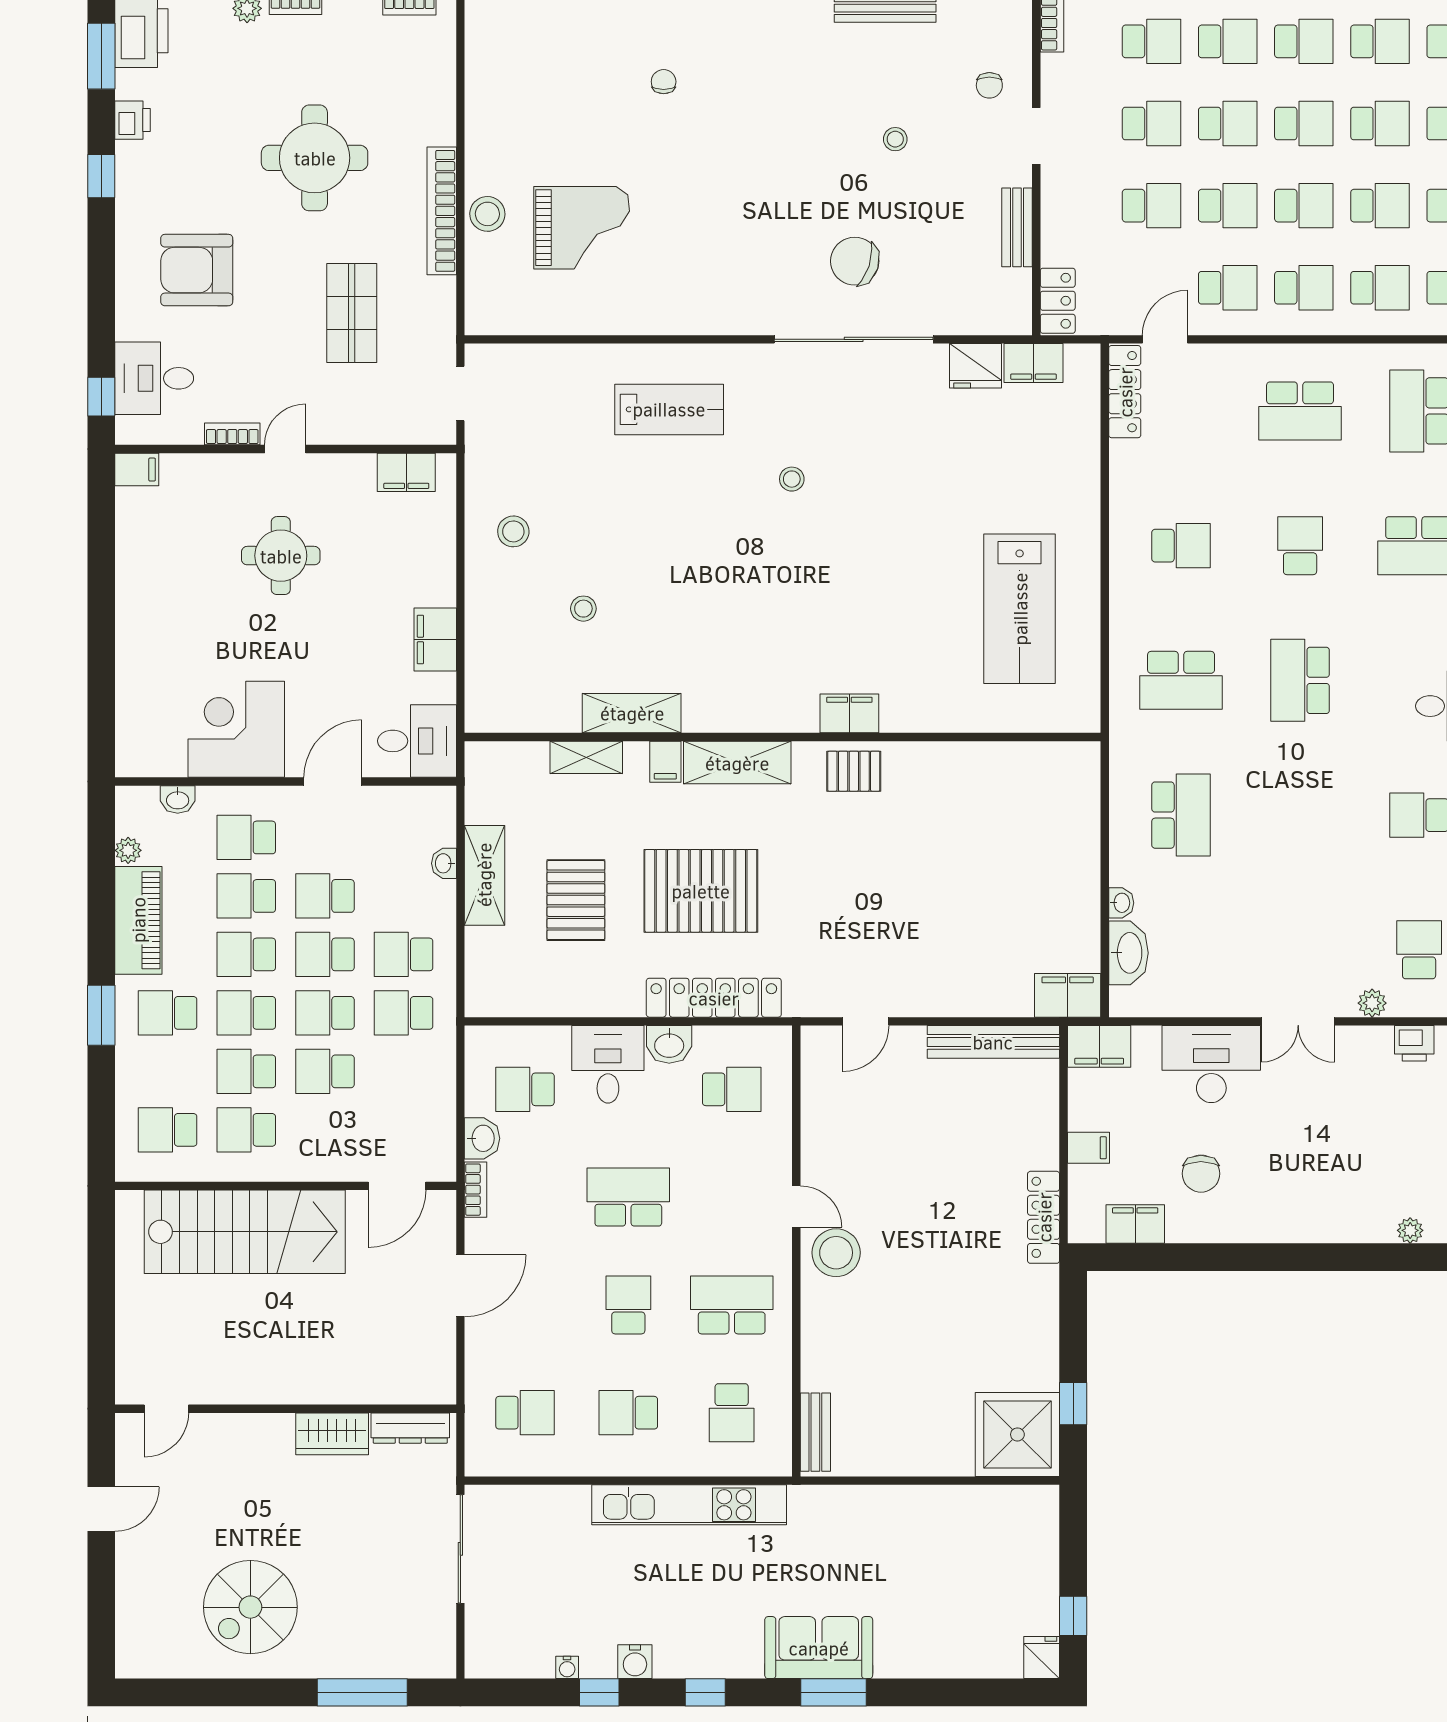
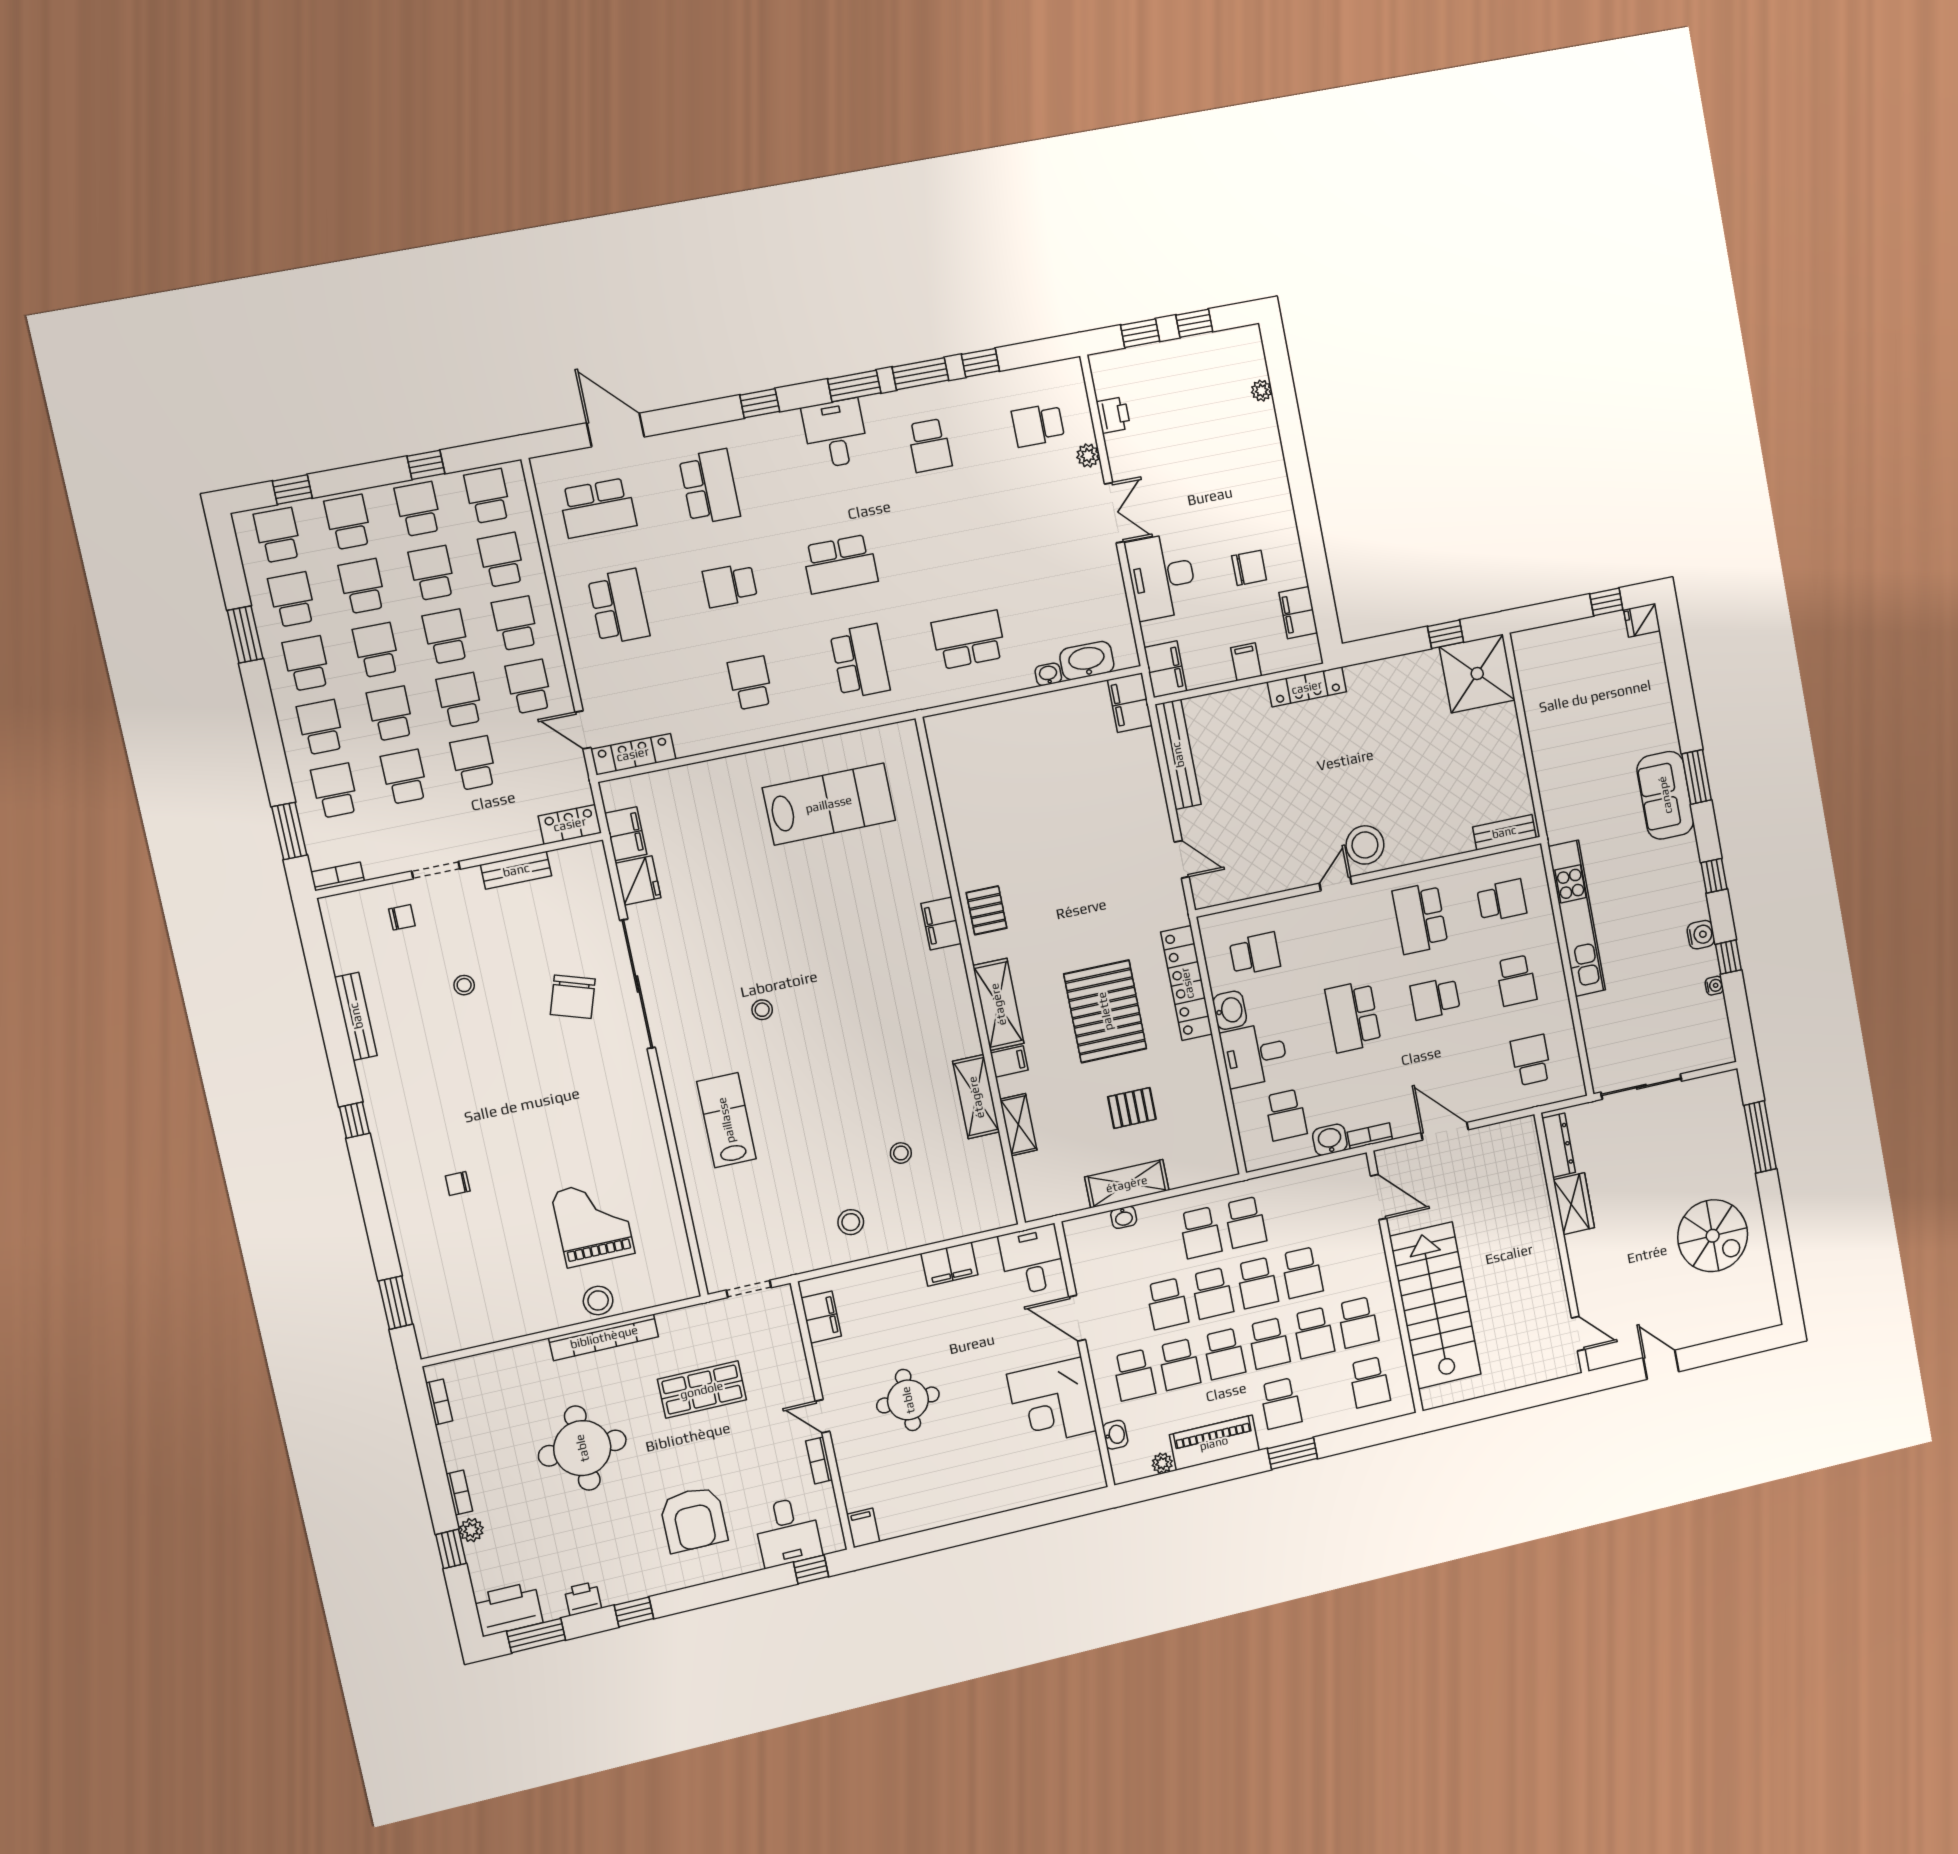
pallet: (576, 900) -> (1132, 1108), width x0.67, depth x0.71
school desk: (732, 1089) -> (1255, 954), turned 90

